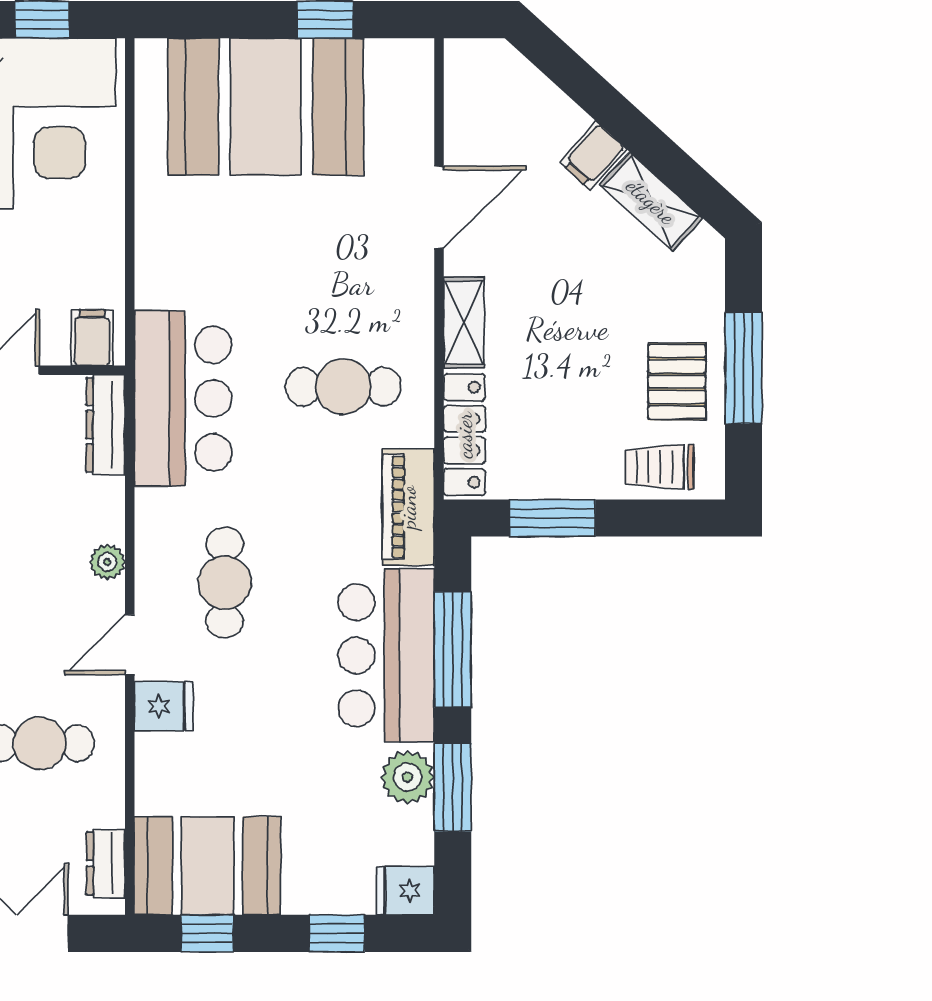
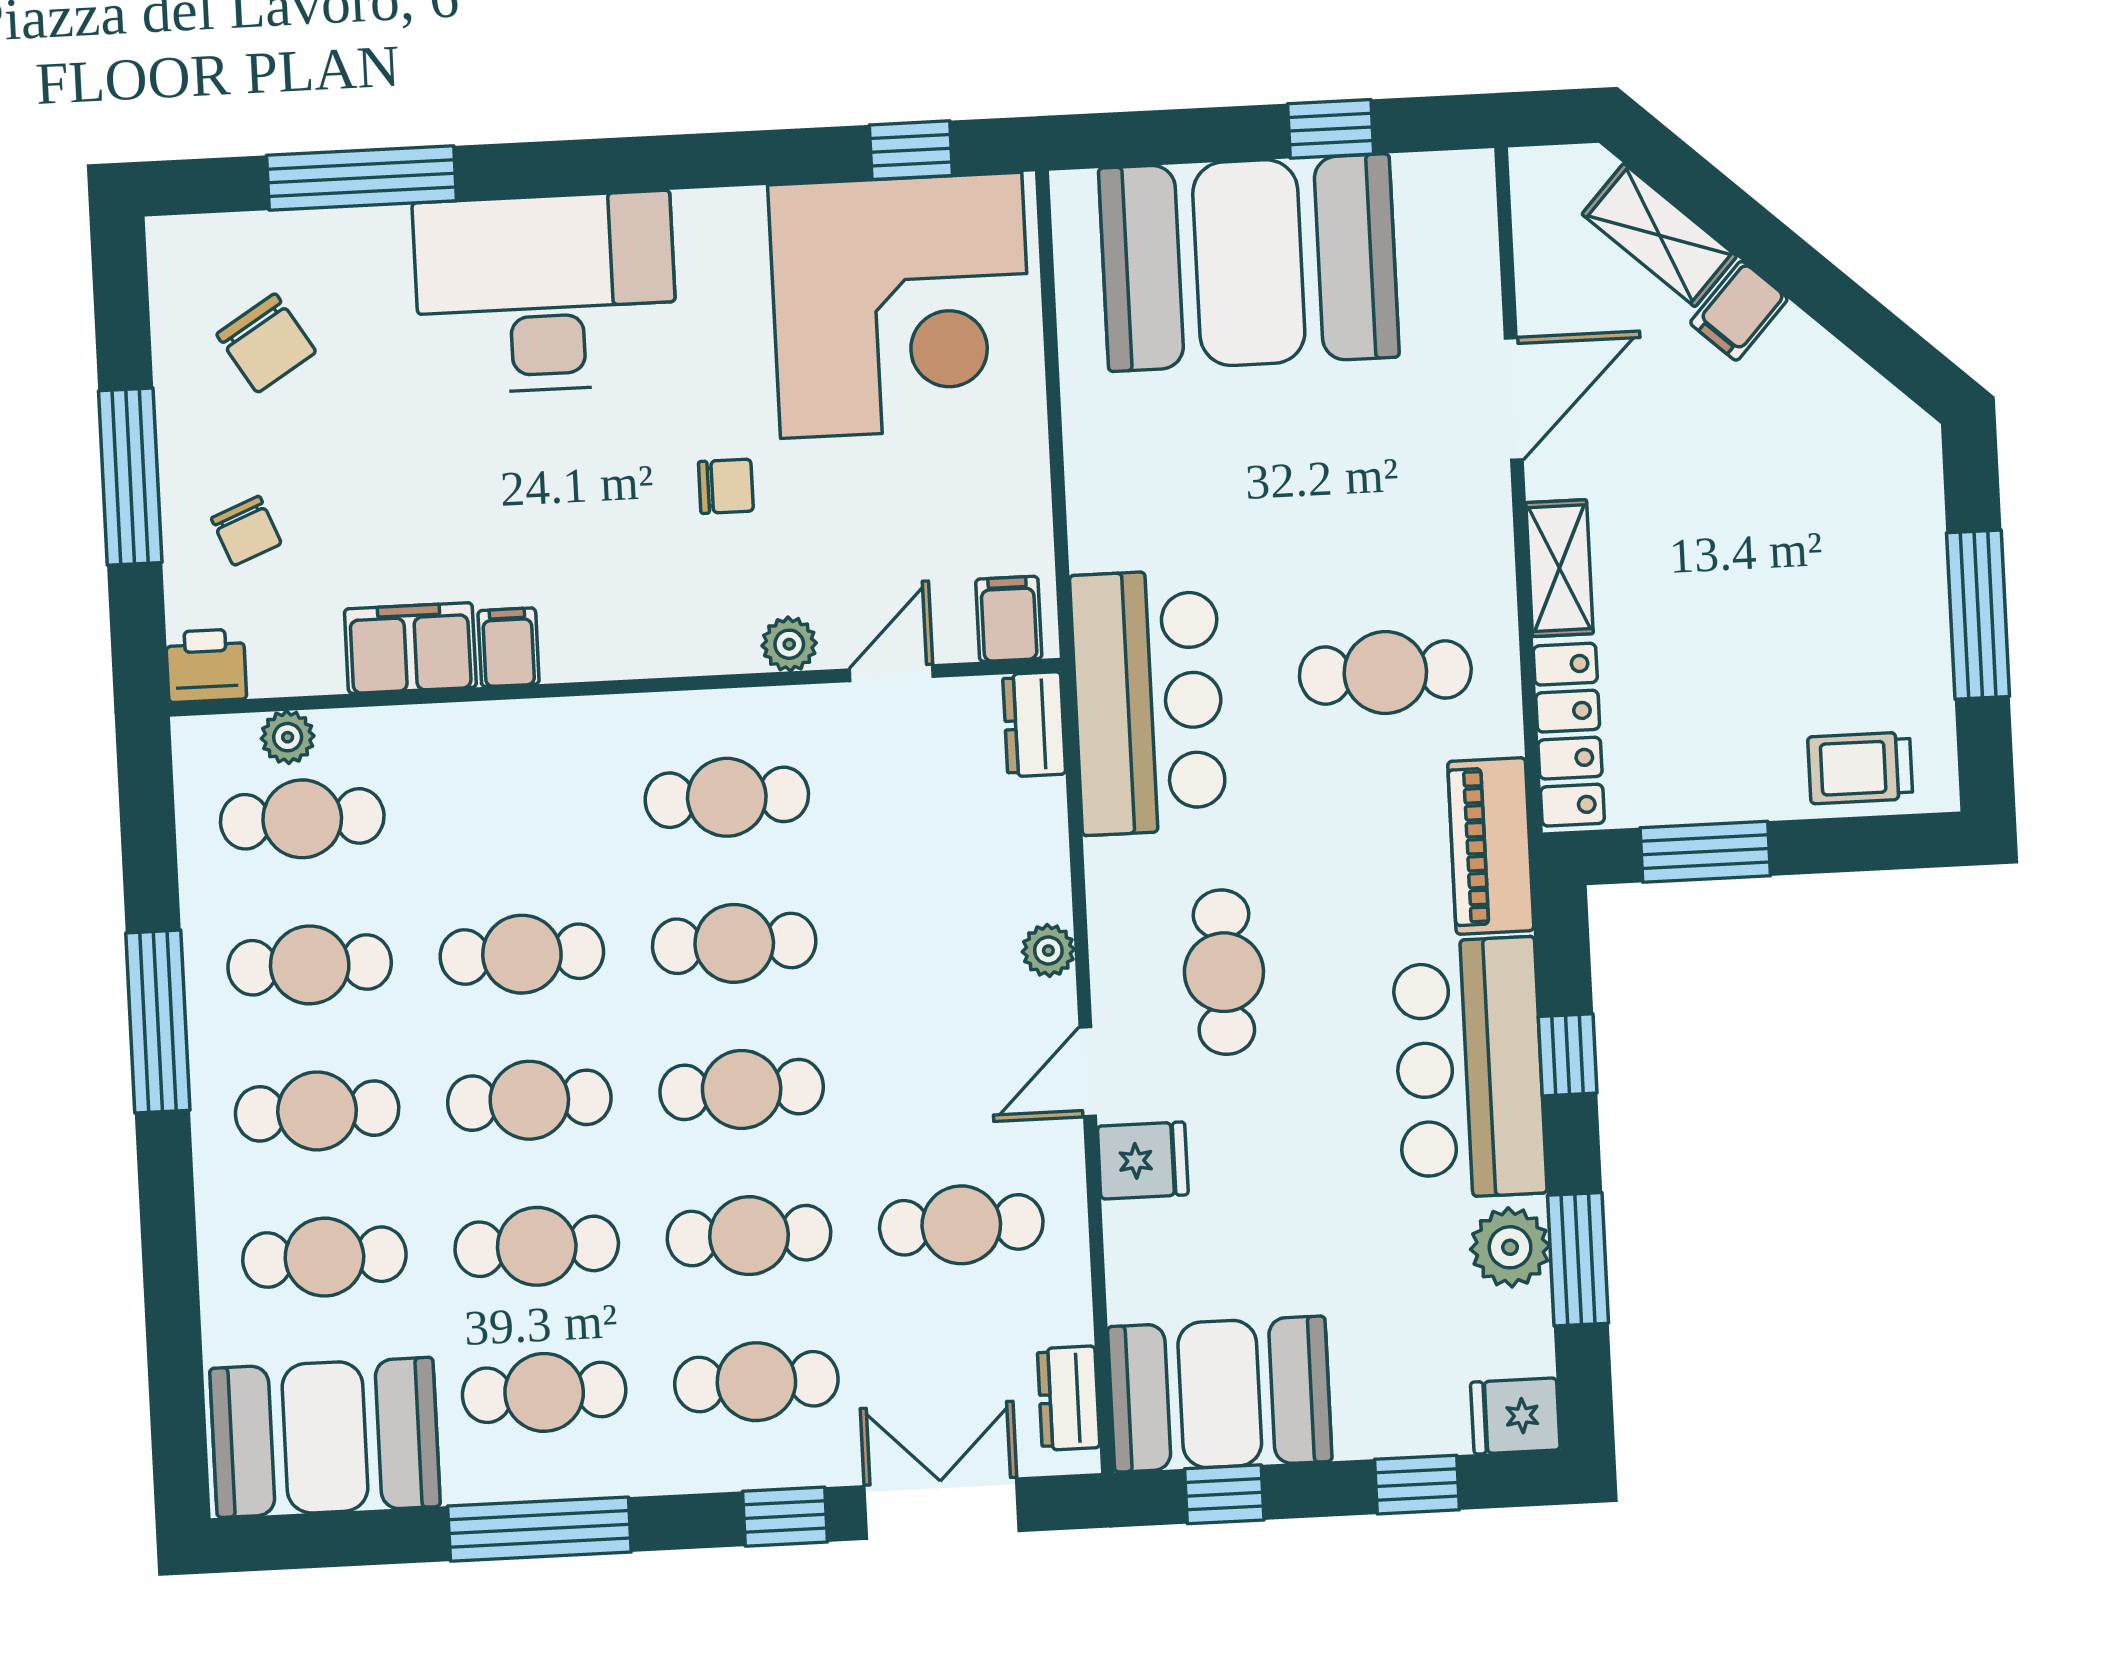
shelving: (651, 201) -> (1659, 235), moved
pallet: (677, 382) -> (1880, 640), removed
dresser: (106, 425) -> (1034, 724), width x0.70
window: (453, 650) -> (1568, 1055), width x0.46

